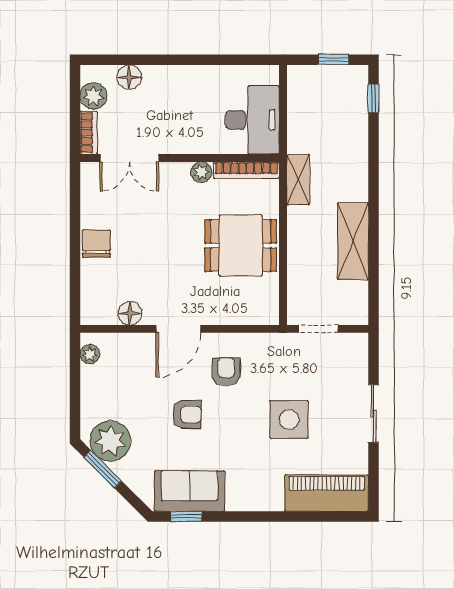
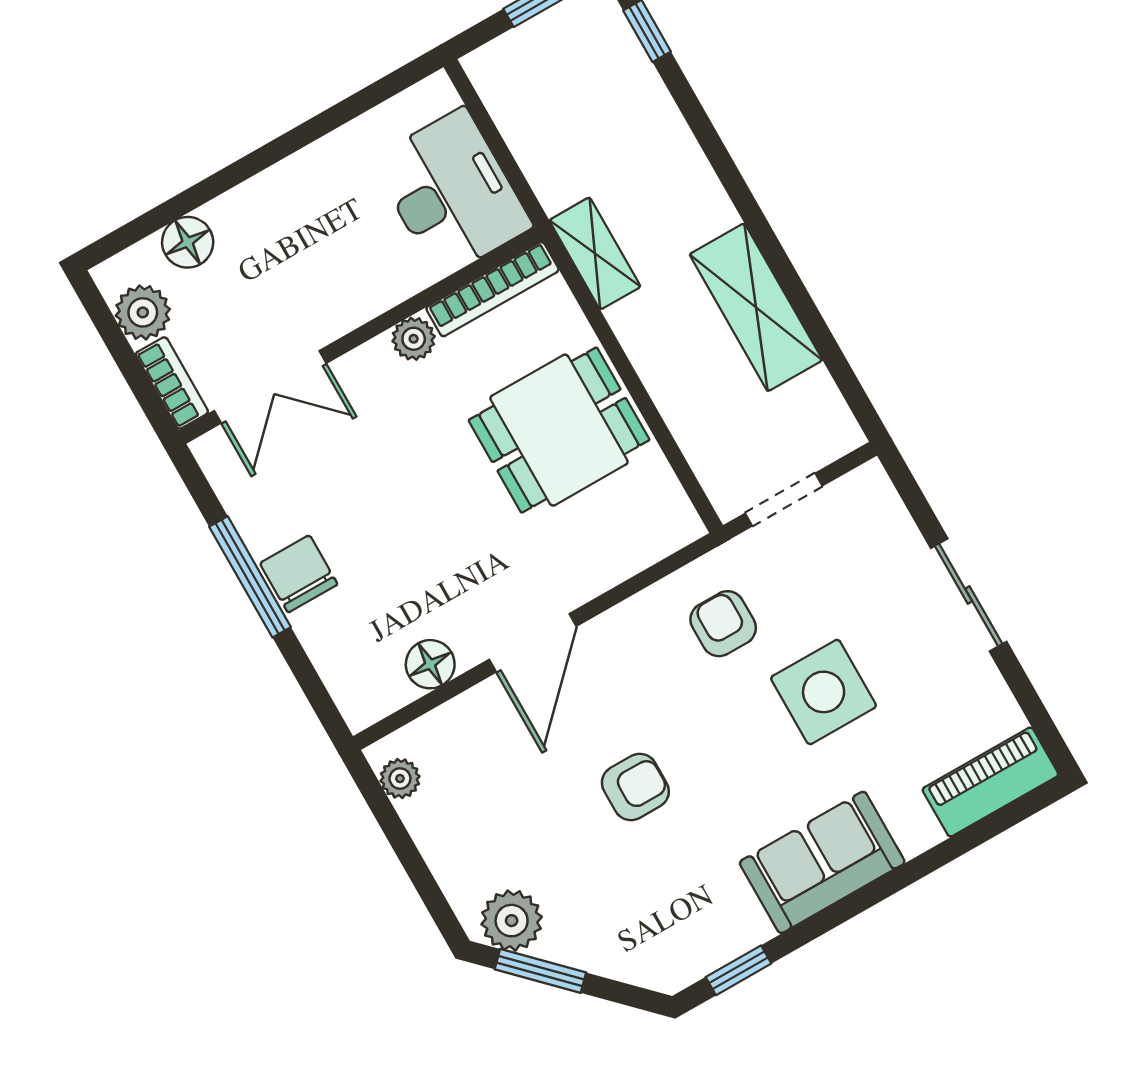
window: (75, 233) -> (250, 577), added
armchair: (226, 372) -> (723, 624), moved
plant: (110, 441) -> (512, 921), width x0.73, depth x0.73
sofa: (190, 491) -> (822, 862), moved
piano: (327, 493) -> (990, 782), width x0.73, depth x0.75

